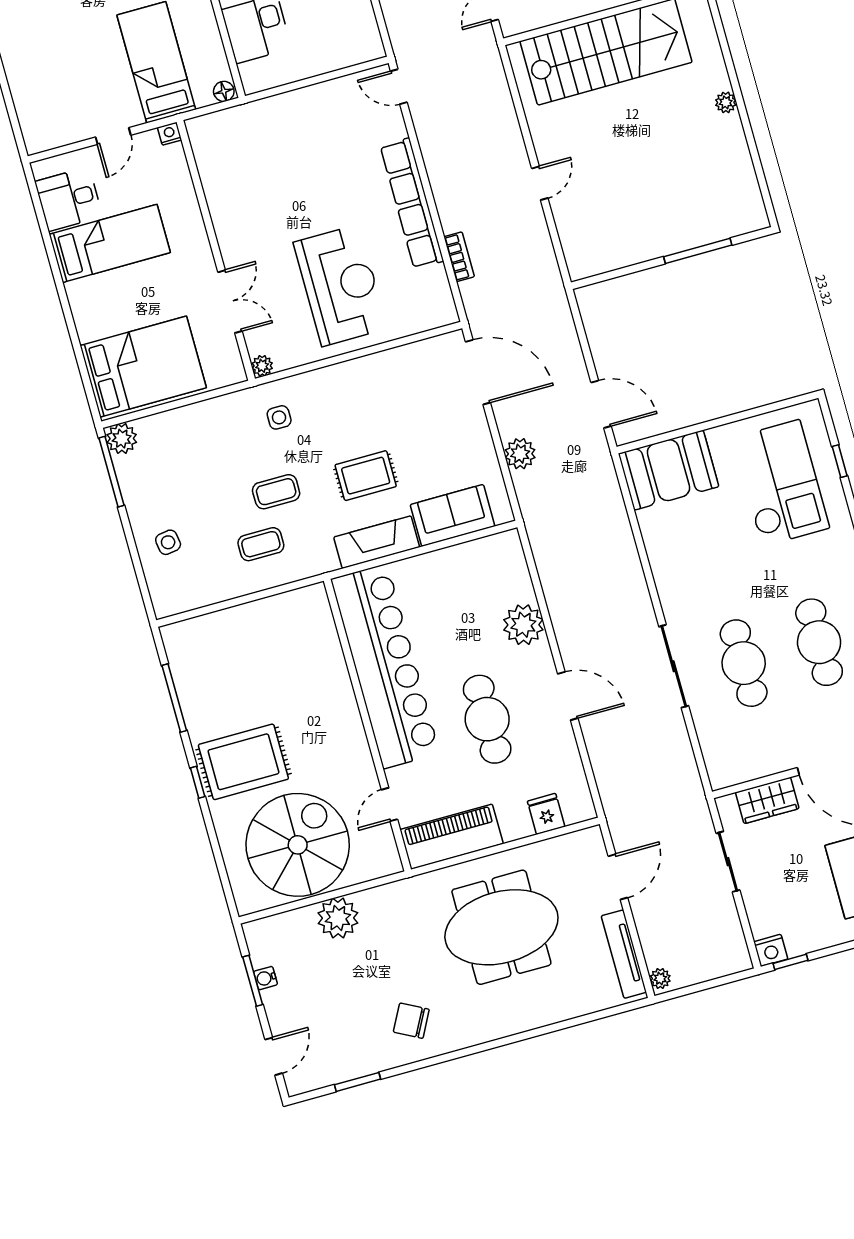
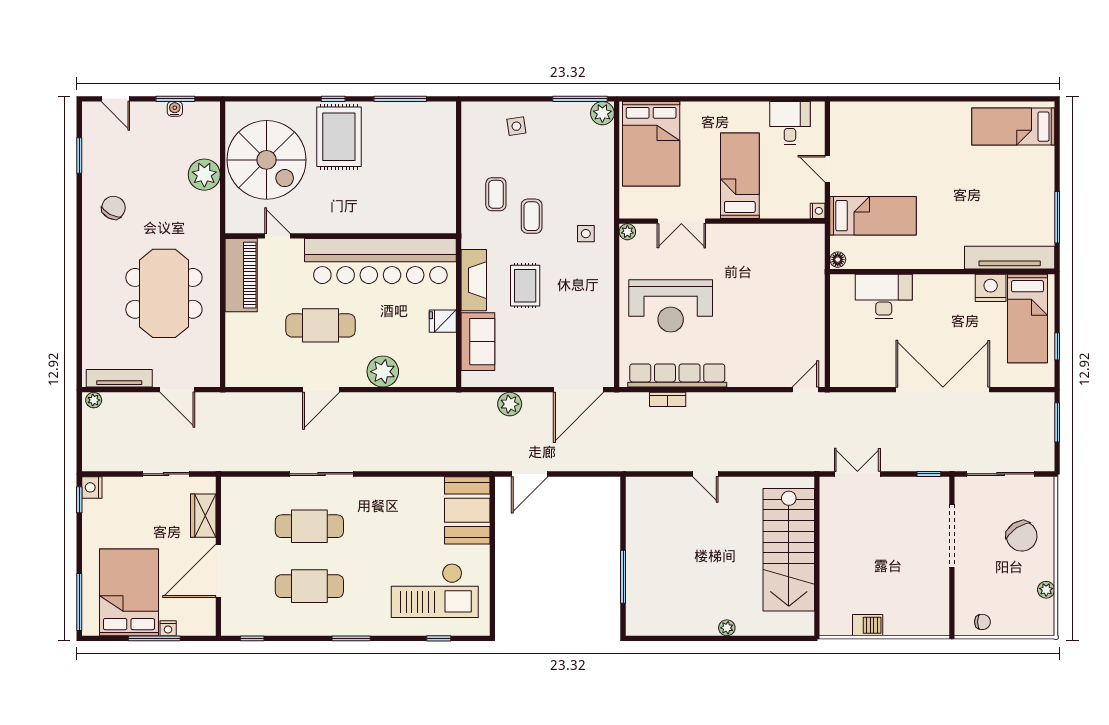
row of seats: (412, 203) -> (677, 375), moved
bed: (110, 243) -> (740, 176), moved, turned 180
fridge: (546, 814) -> (443, 321), moved, turned 180

